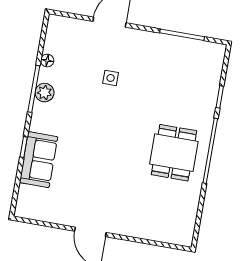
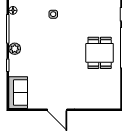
plant: (45, 93) -> (15, 49), moved
sofa: (39, 160) -> (18, 93), moved

